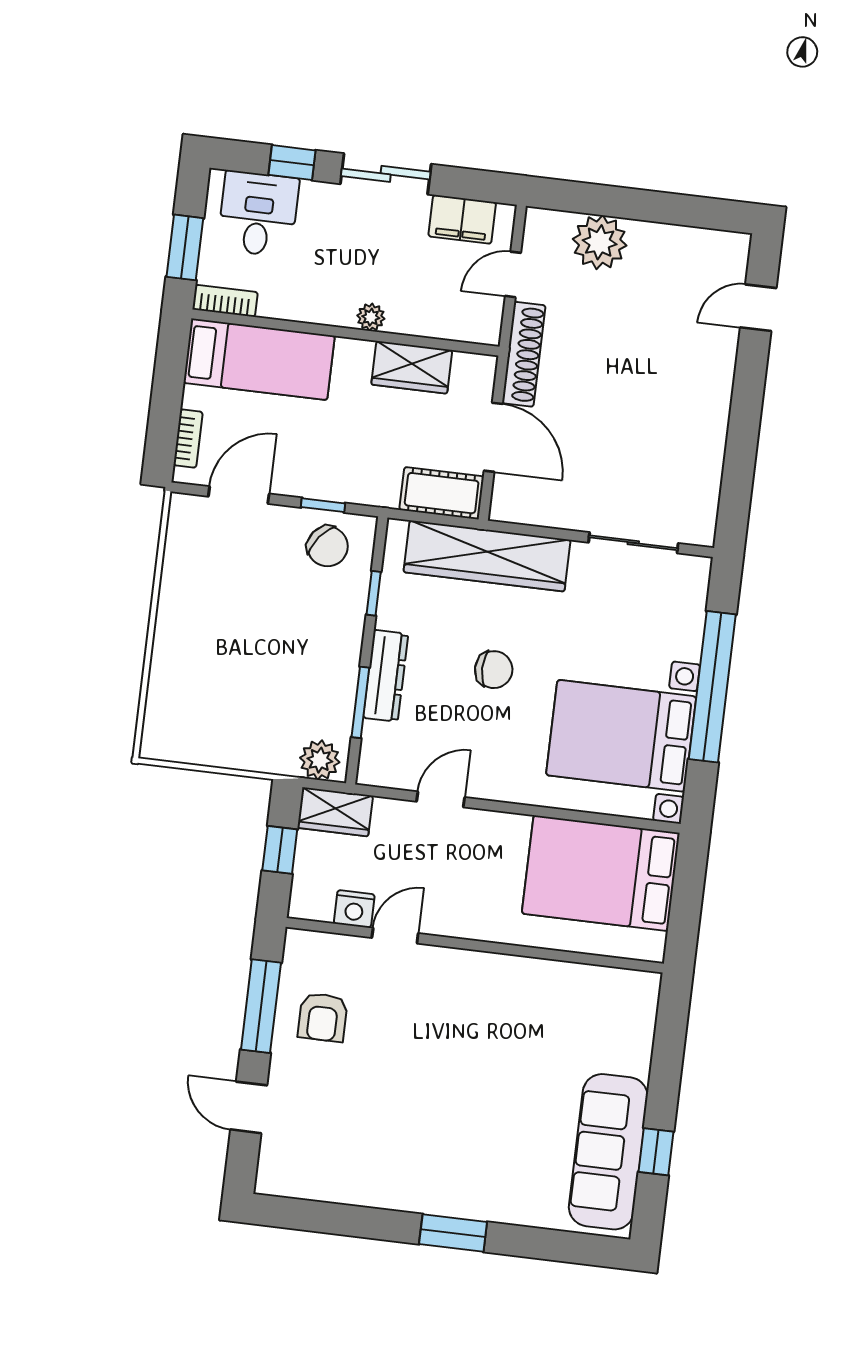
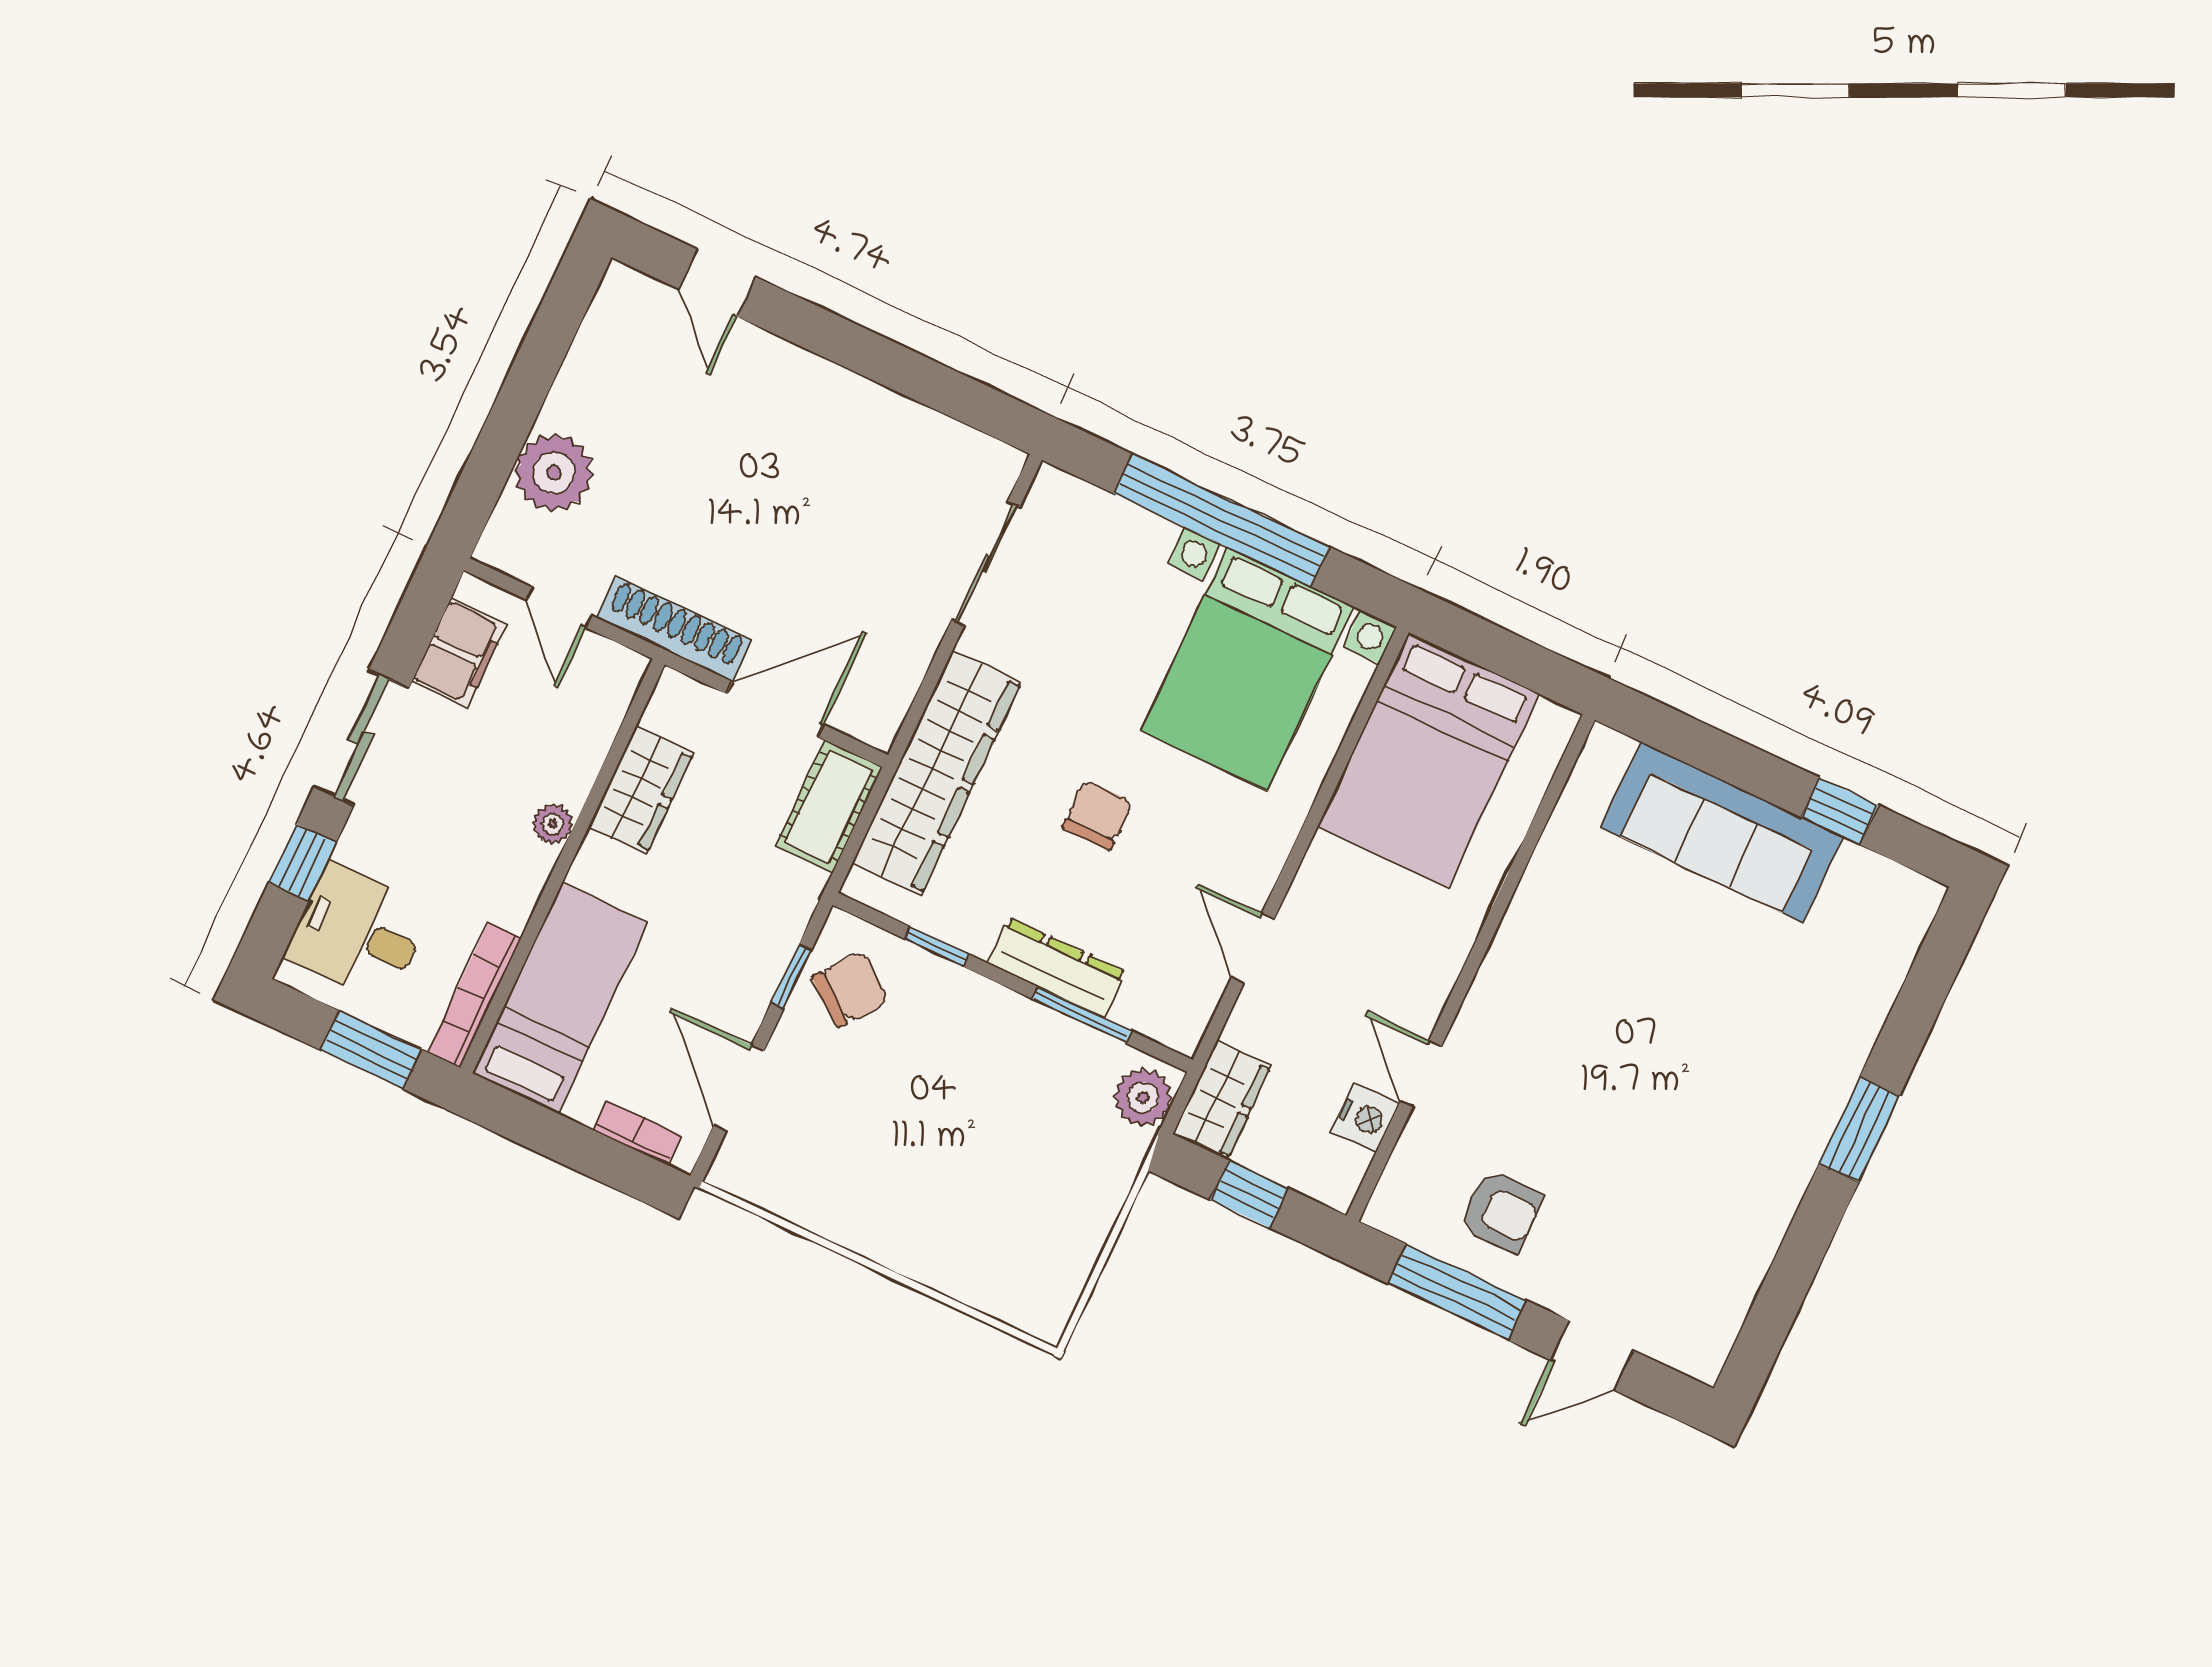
bookcase: (225, 301) -> (474, 995), width x1.56
sofa: (608, 1152) -> (1722, 832), moved

